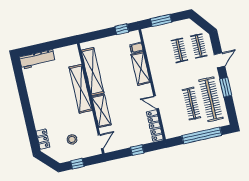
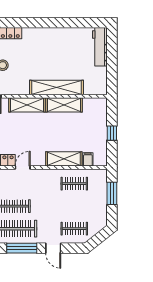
window: (122, 29) -> (112, 133), moved
clothes rail: (179, 50) -> (74, 184), moved
shelving: (92, 72) -> (64, 105), width x0.68
window: (226, 87) -> (22, 248), width x1.44

